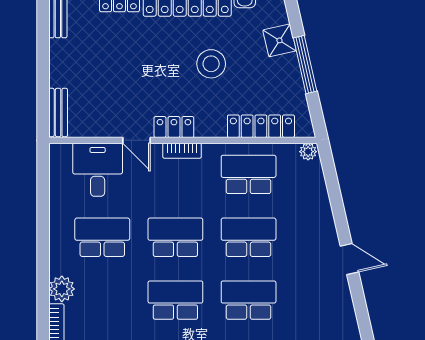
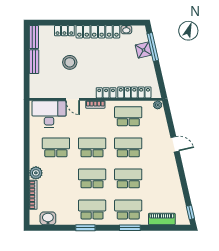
stool: (211, 64) -> (70, 62), moved
window: (305, 65) -> (153, 47), moved
bench: (58, 112) -> (34, 62), moved
locker: (174, 127) -> (106, 93), moved
desk: (98, 170) -> (49, 114), width x1.37
door: (349, 259) -> (175, 144), moved

